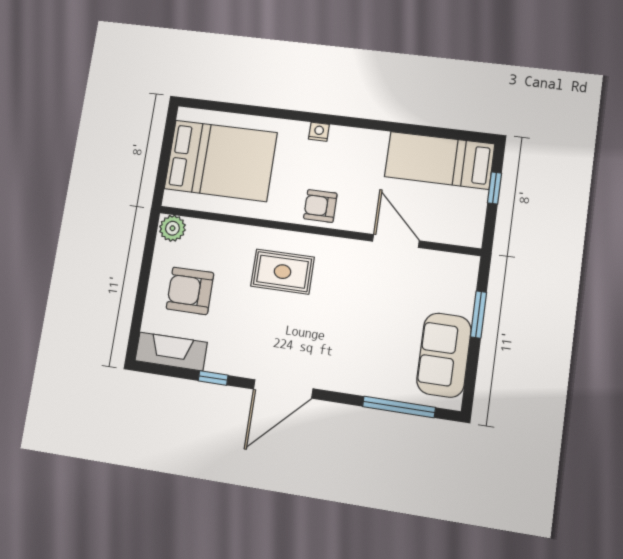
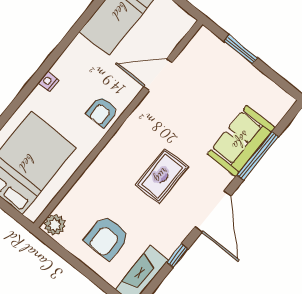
rug: (283, 272) -> (162, 176), moved
sofa: (444, 355) -> (241, 141), moved, turned 90
window: (399, 407) -> (258, 156), moved

